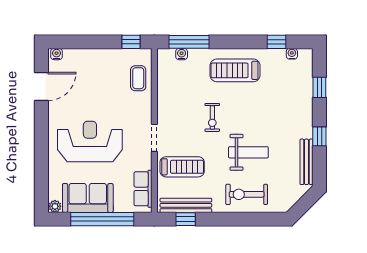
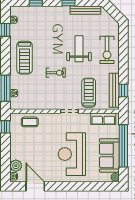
plant: (73, 57) -> (16, 166), added

